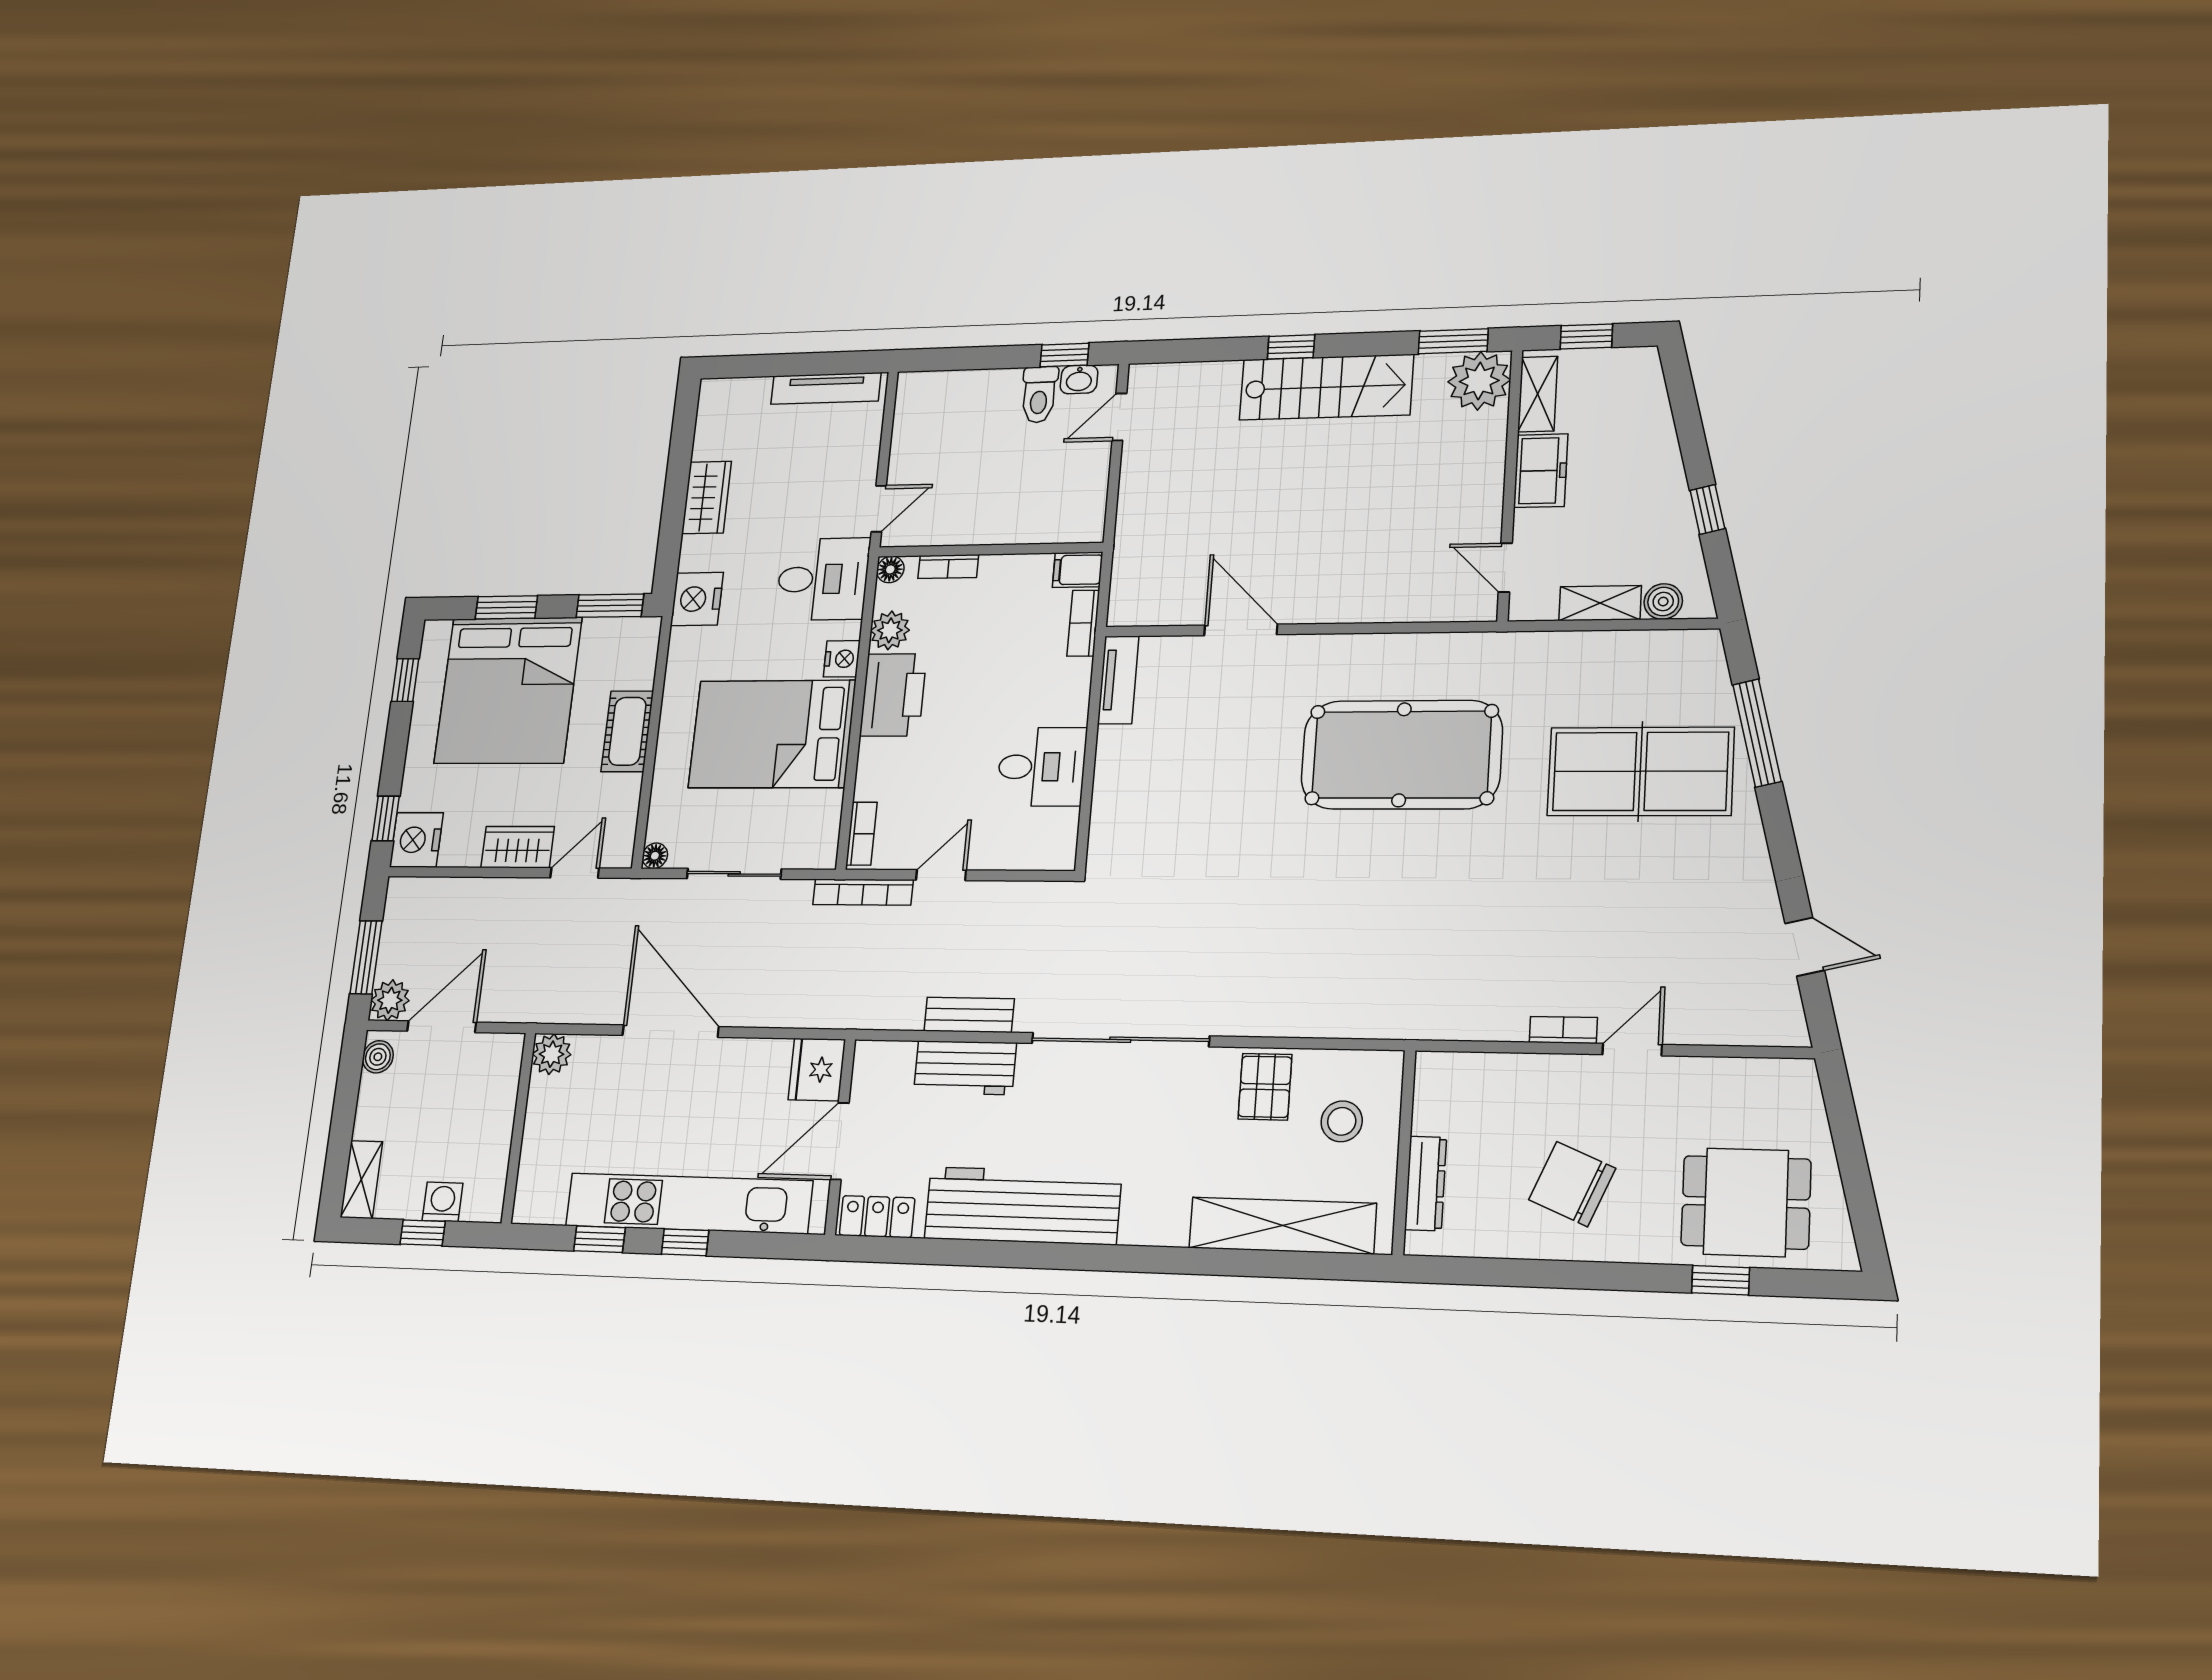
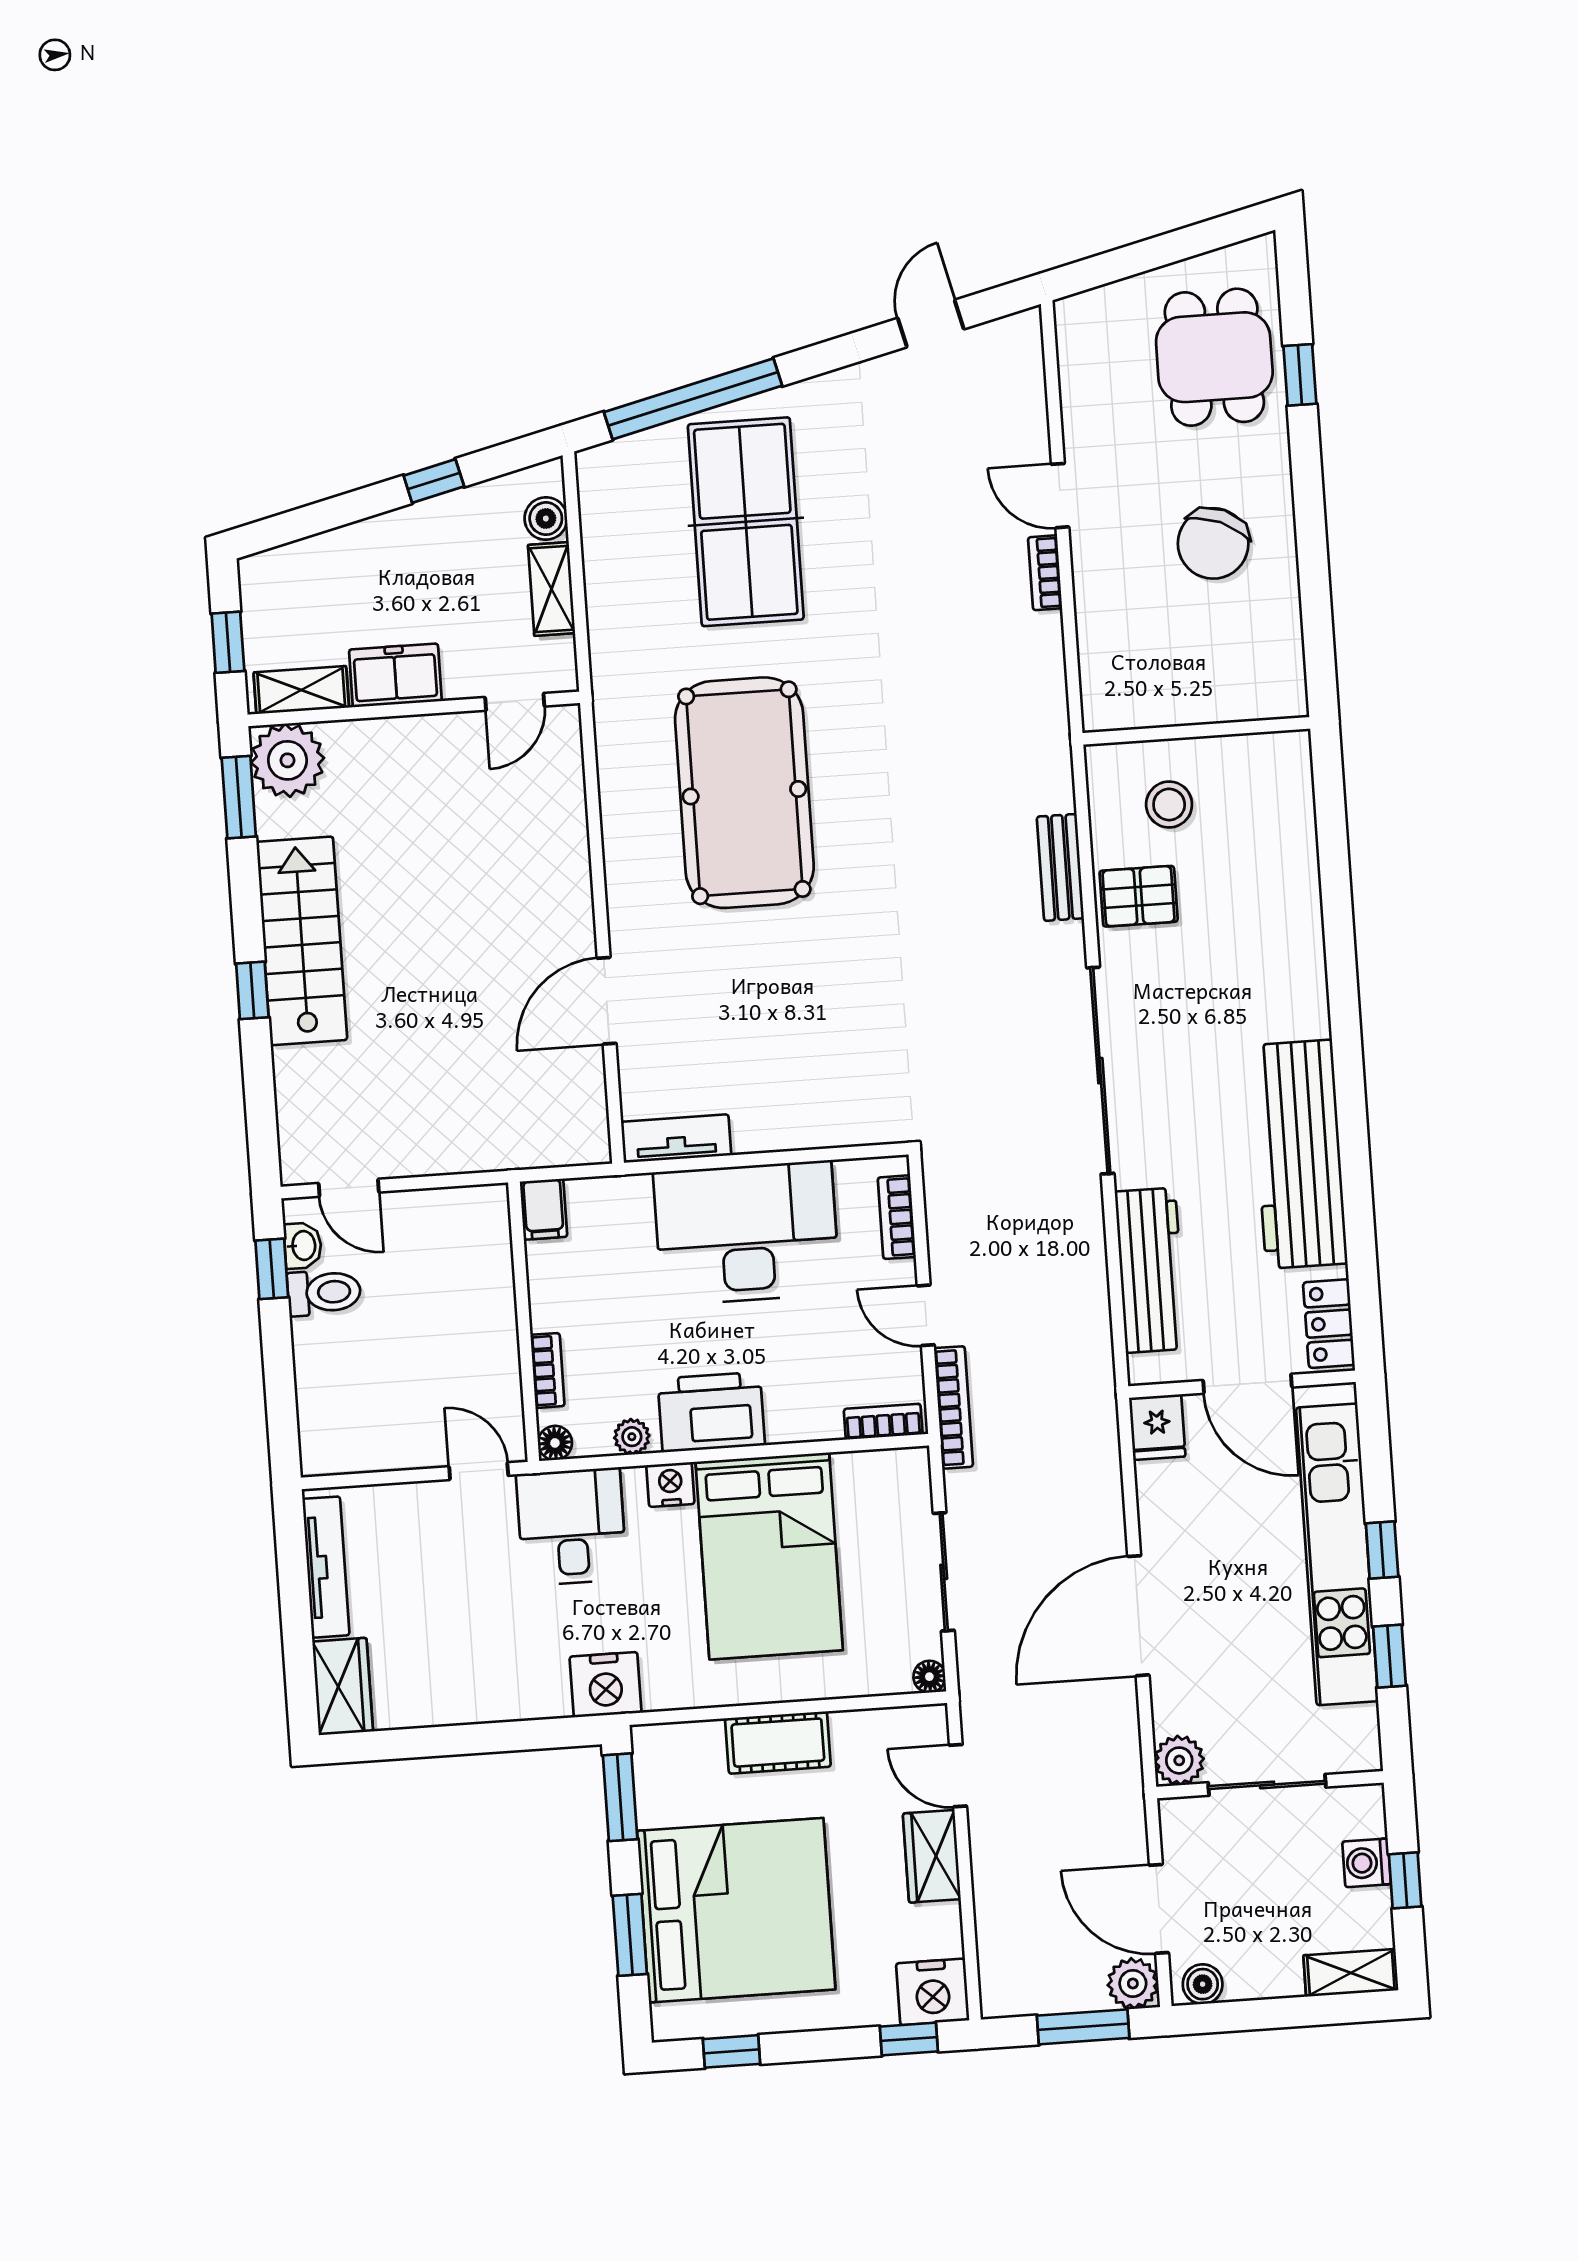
wardrobe: (706, 497) -> (343, 1686), moved, turned 90
bookcase: (1083, 623) -> (897, 1217), moved, turned 90
plant: (890, 630) -> (632, 1437), width x0.73, depth x0.73
window: (1757, 733) -> (693, 399), width x1.46
desk: (1042, 767) -> (747, 1233), width x1.87, depth x1.30
bench: (969, 1015) -> (1060, 867), moved
workbench: (965, 1068) -> (1150, 1270), width x1.38
fridge: (817, 1070) -> (1157, 1427), width x0.72
sliding door: (519, 1125) -> (1267, 1785), added
dresser: (1426, 1183) -> (1228, 703), removed
shelving: (1282, 1226) -> (1291, 855), removed

